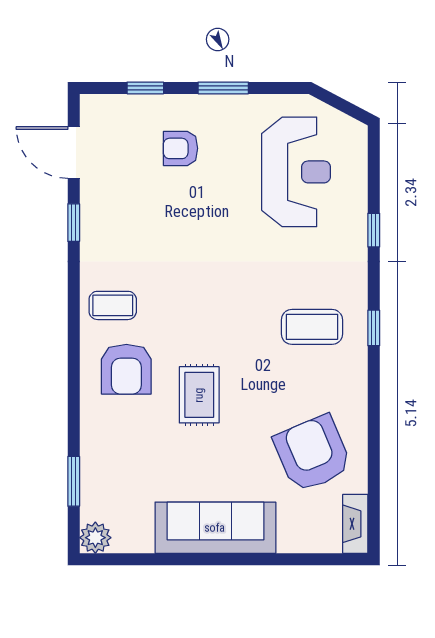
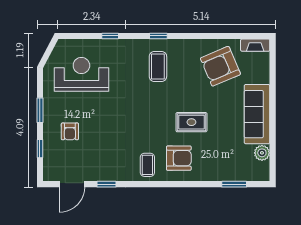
plant: (95, 538) -> (262, 153), moved

